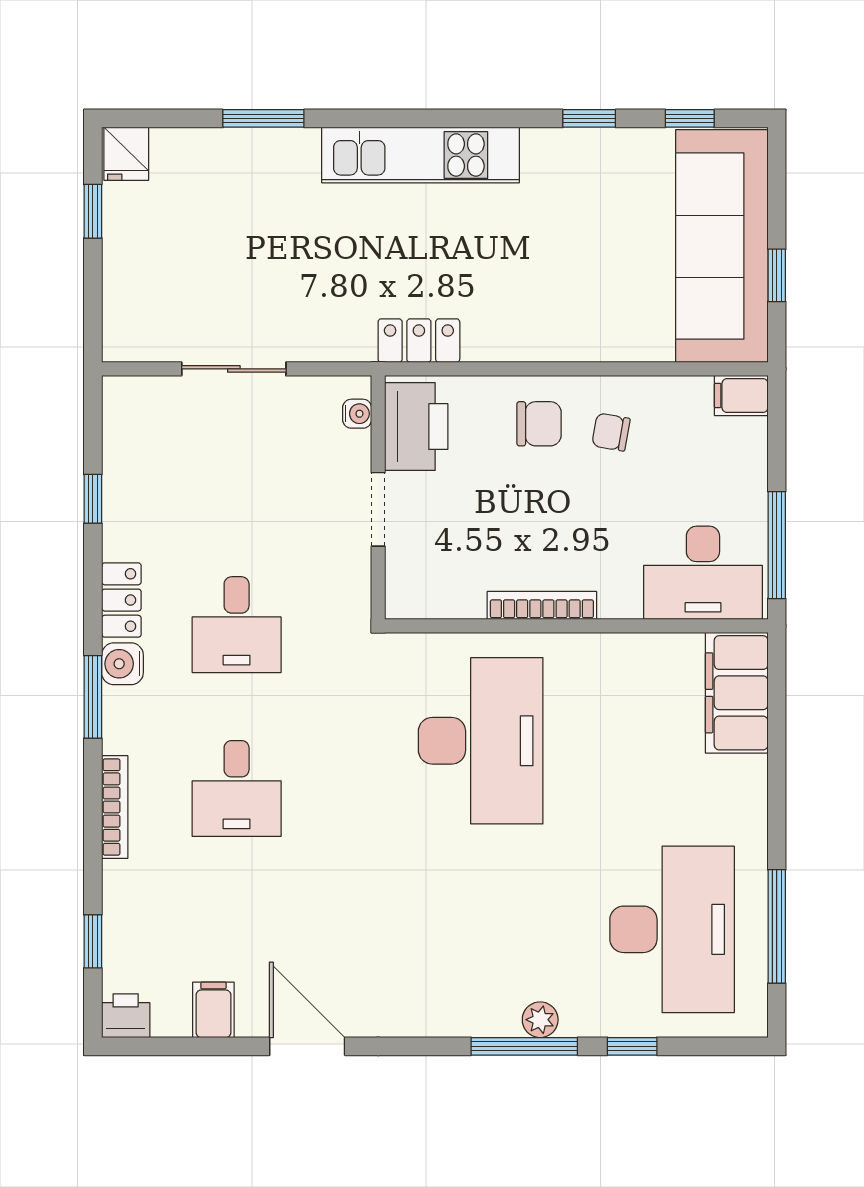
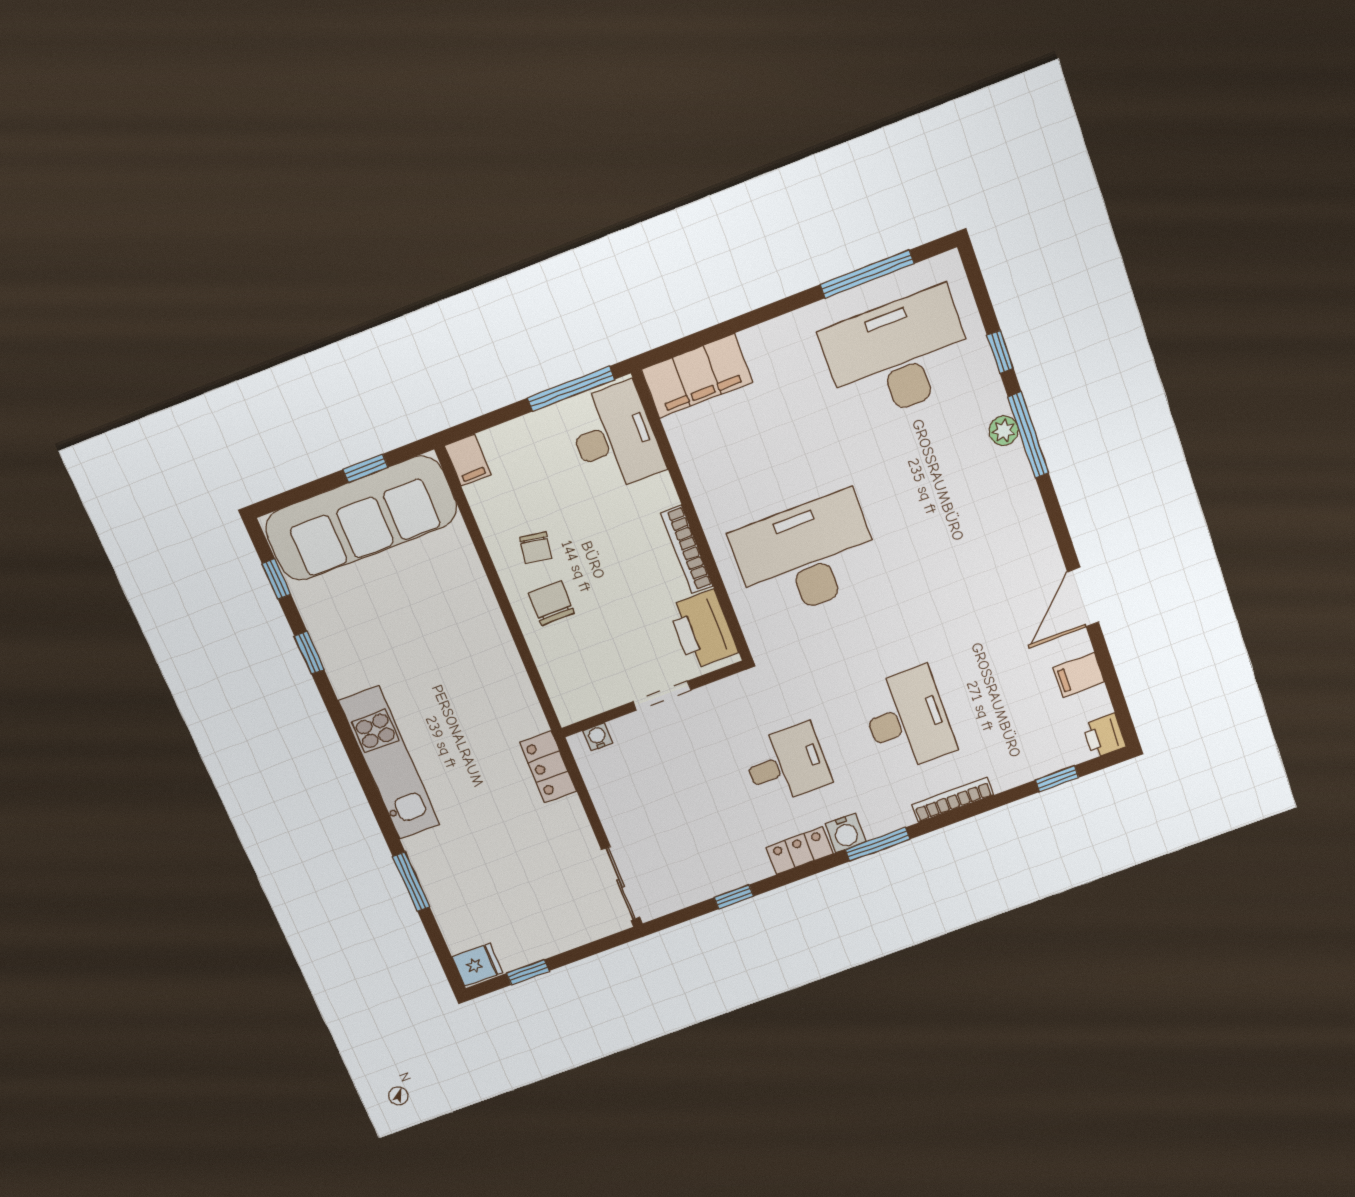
locker: (419, 341) -> (548, 767), moved
sliding door: (234, 369) -> (621, 884), moved
printer: (416, 427) -> (703, 629), moved, turned -90
desk: (237, 788) -> (908, 719), width x1.37

